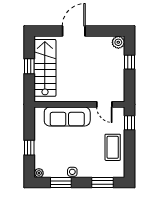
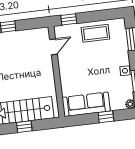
sofa: (67, 117) -> (86, 104), moved, turned -90

